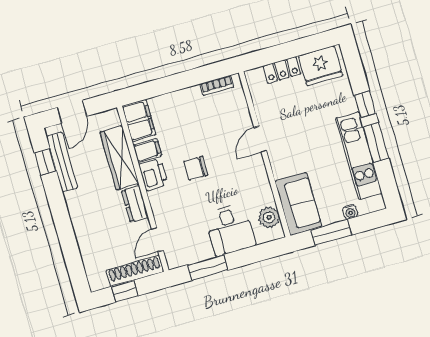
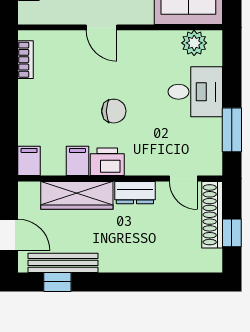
filing cabinet: (139, 120) -> (29, 161), width x0.50
chair: (196, 168) -> (114, 111), turned -90

